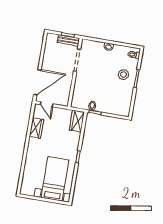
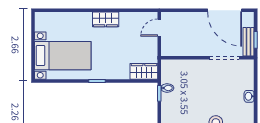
door: (37, 82) -> (225, 10), moved
wardrobe: (36, 128) -> (106, 19), moved

